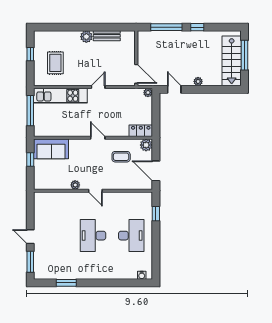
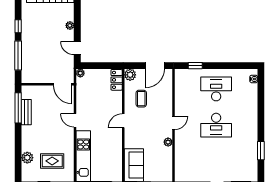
window: (111, 27) -> (18, 108), added
plant: (86, 37) -> (27, 158), moved
door: (136, 74) -> (63, 84), swing flipped
door: (174, 89) -> (77, 48), hinge flipped

